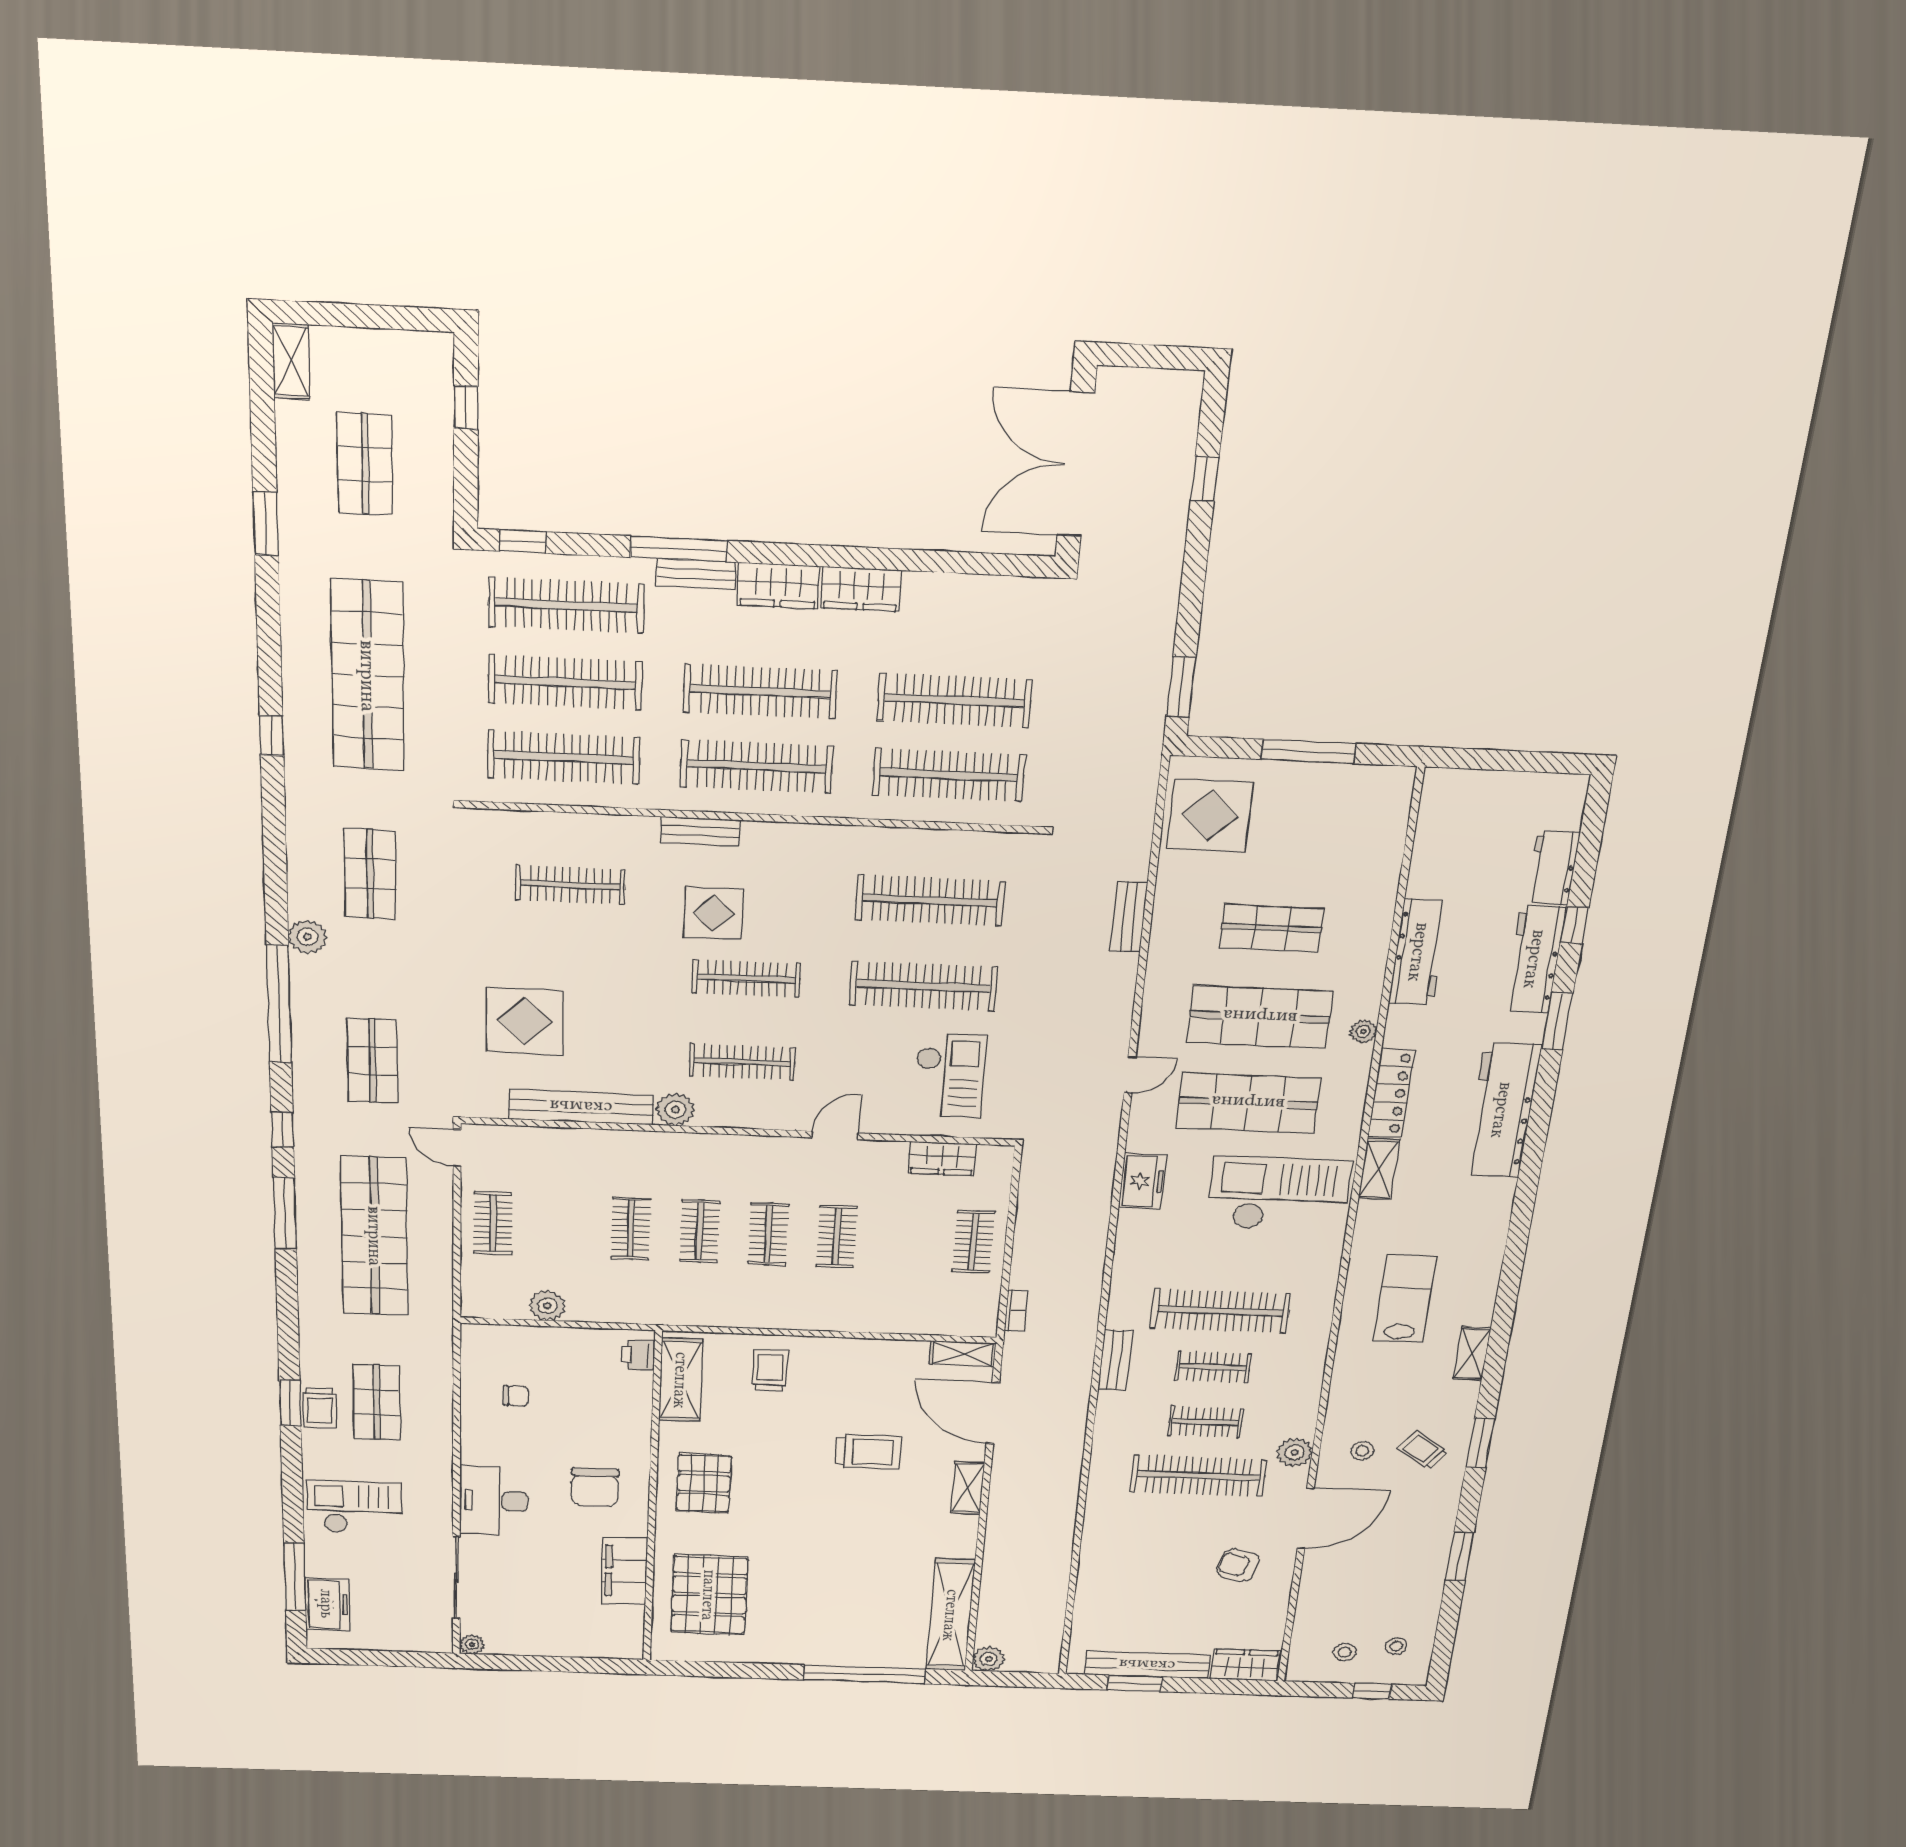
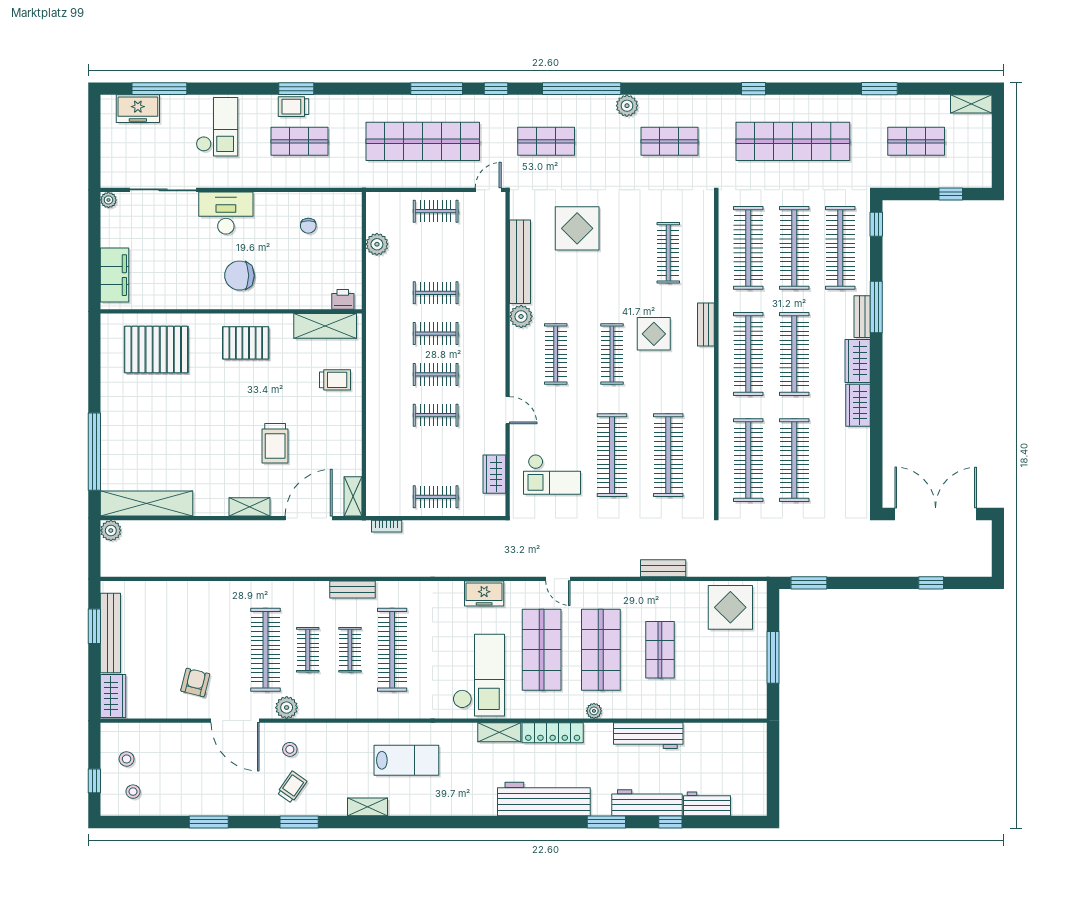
filing cabinet: (624, 1571) -> (115, 275), moved, turned 90

